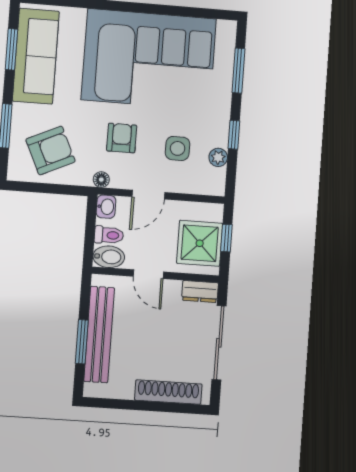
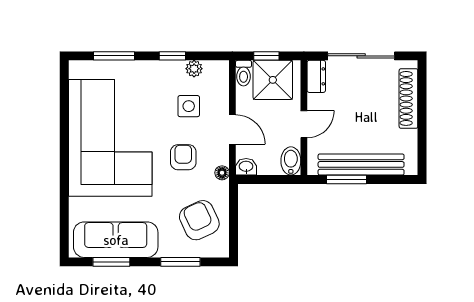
armchair: (122, 138) -> (183, 157), turned 90
toilet: (109, 235) -> (244, 73), moved, turned 180
window: (82, 342) -> (346, 179), moved

